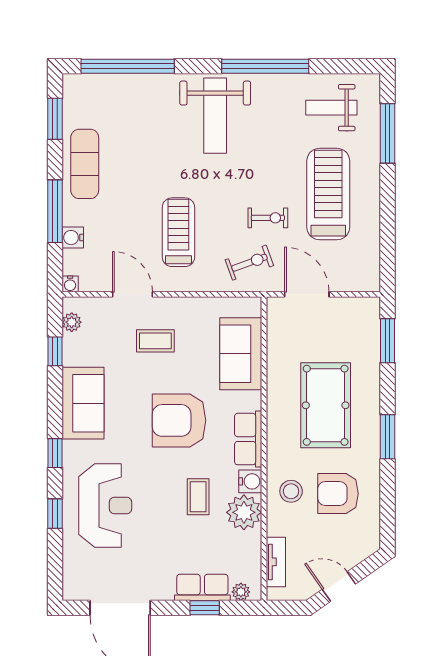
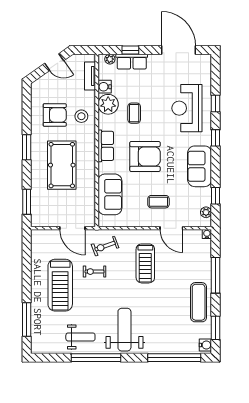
weight bench: (331, 108) -> (80, 337), moved
water cooler: (73, 238) -> (205, 345), moved
water cooler: (250, 481) -> (105, 87), moved

